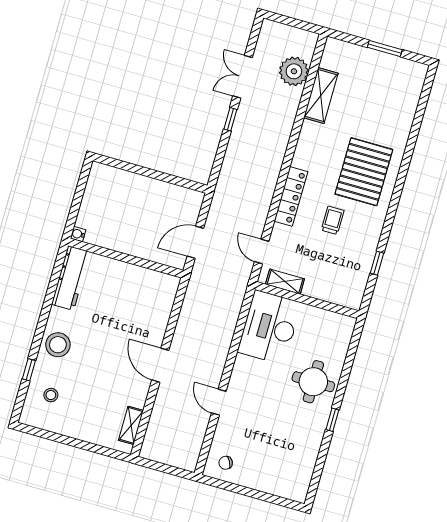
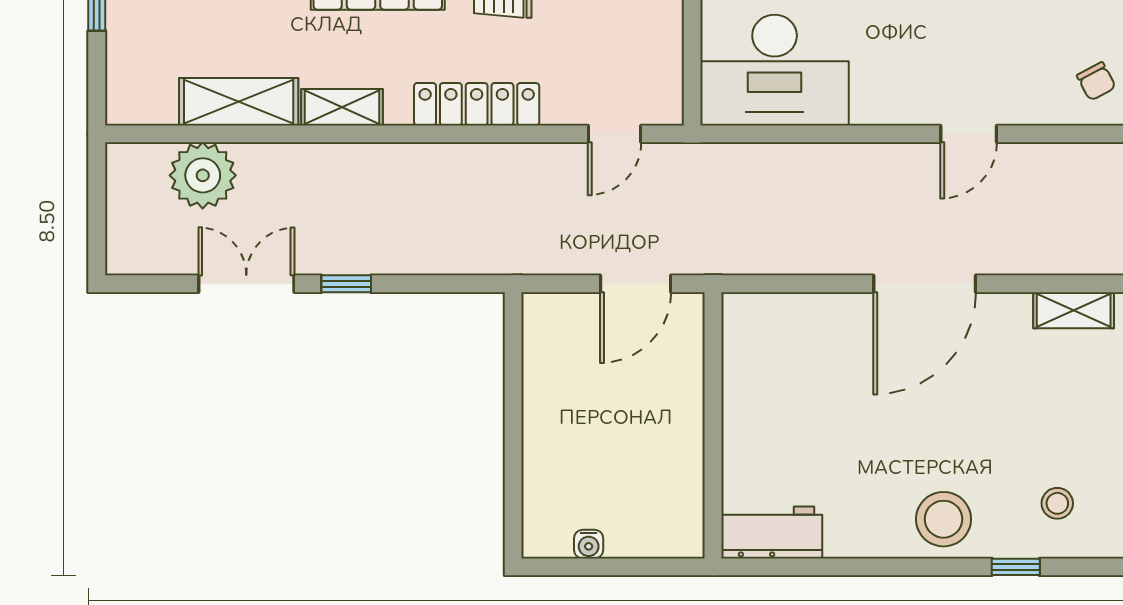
double door: (243, 77) -> (246, 284), swing flipped
water cooler: (78, 234) -> (589, 544), moved
door: (195, 242) -> (636, 284), hinge flipped
workbench: (71, 278) -> (772, 532), width x0.73
shelving: (285, 282) -> (342, 107), moved, turned 90
door: (160, 365) -> (925, 284), width x1.36

